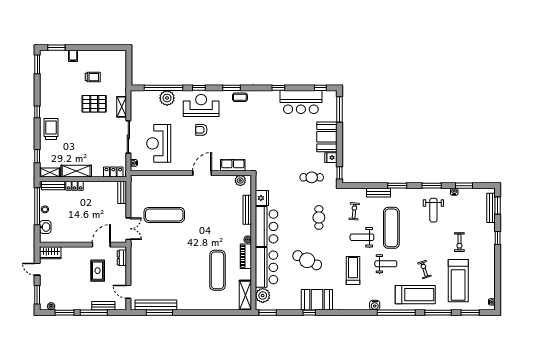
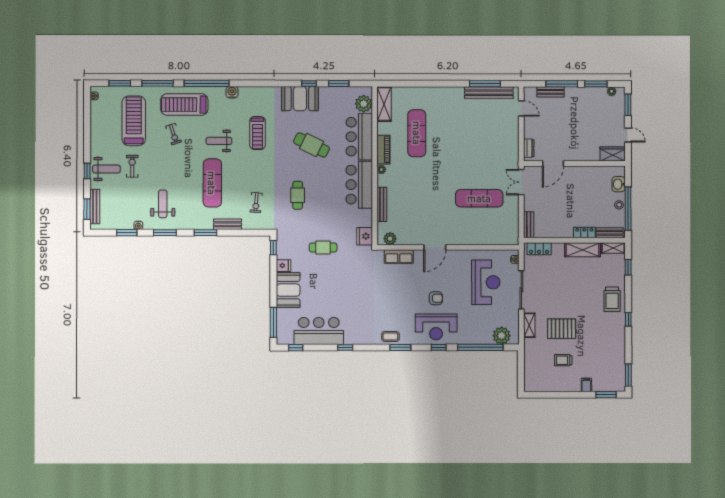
plant: (167, 98) -> (502, 336), moved
cafe table: (312, 177) -> (323, 248), moved
fridge: (262, 198) -> (365, 236), moved
weight bench: (362, 237) -> (106, 169), moved
rug: (98, 271) -> (557, 133), removed
window: (268, 313) -> (339, 84), moved

